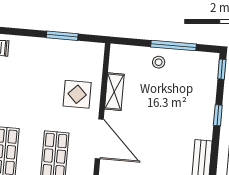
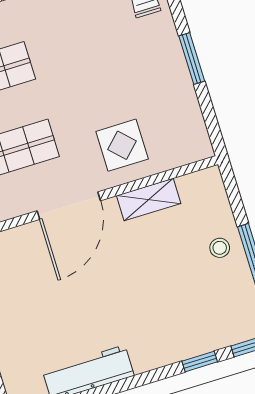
window: (62, 36) -> (192, 59), moved
window: (218, 115) -> (200, 362), moved

